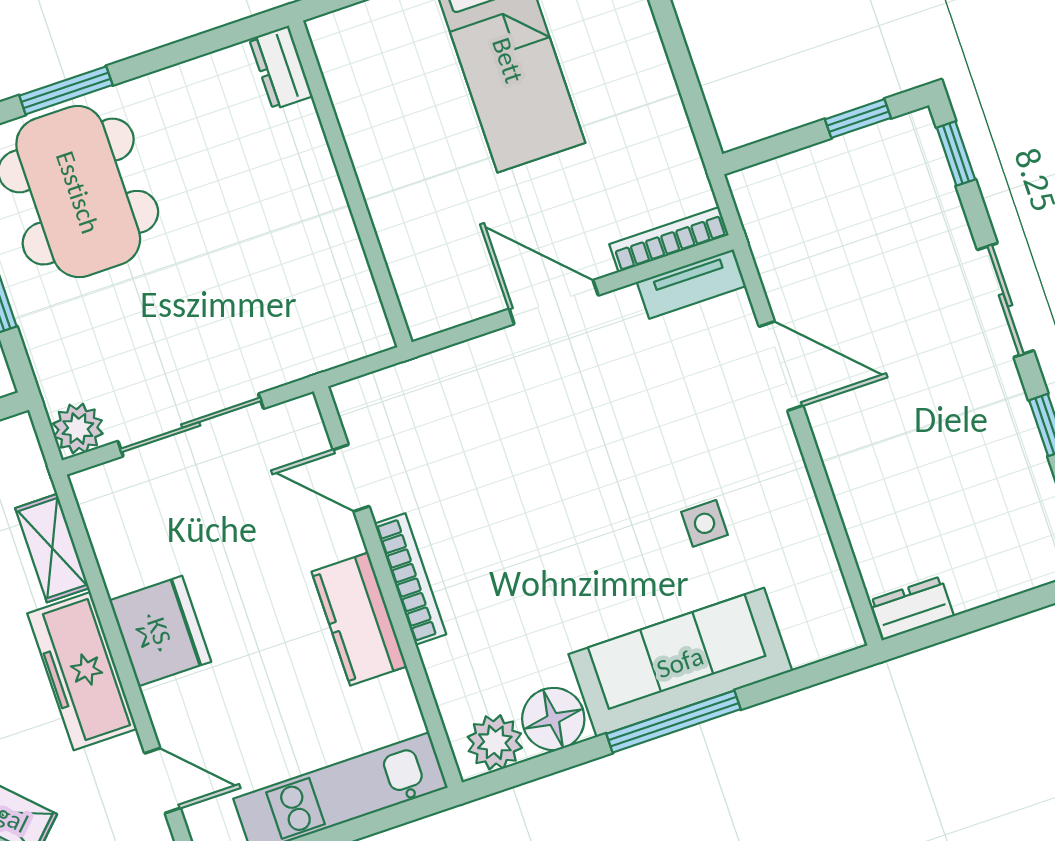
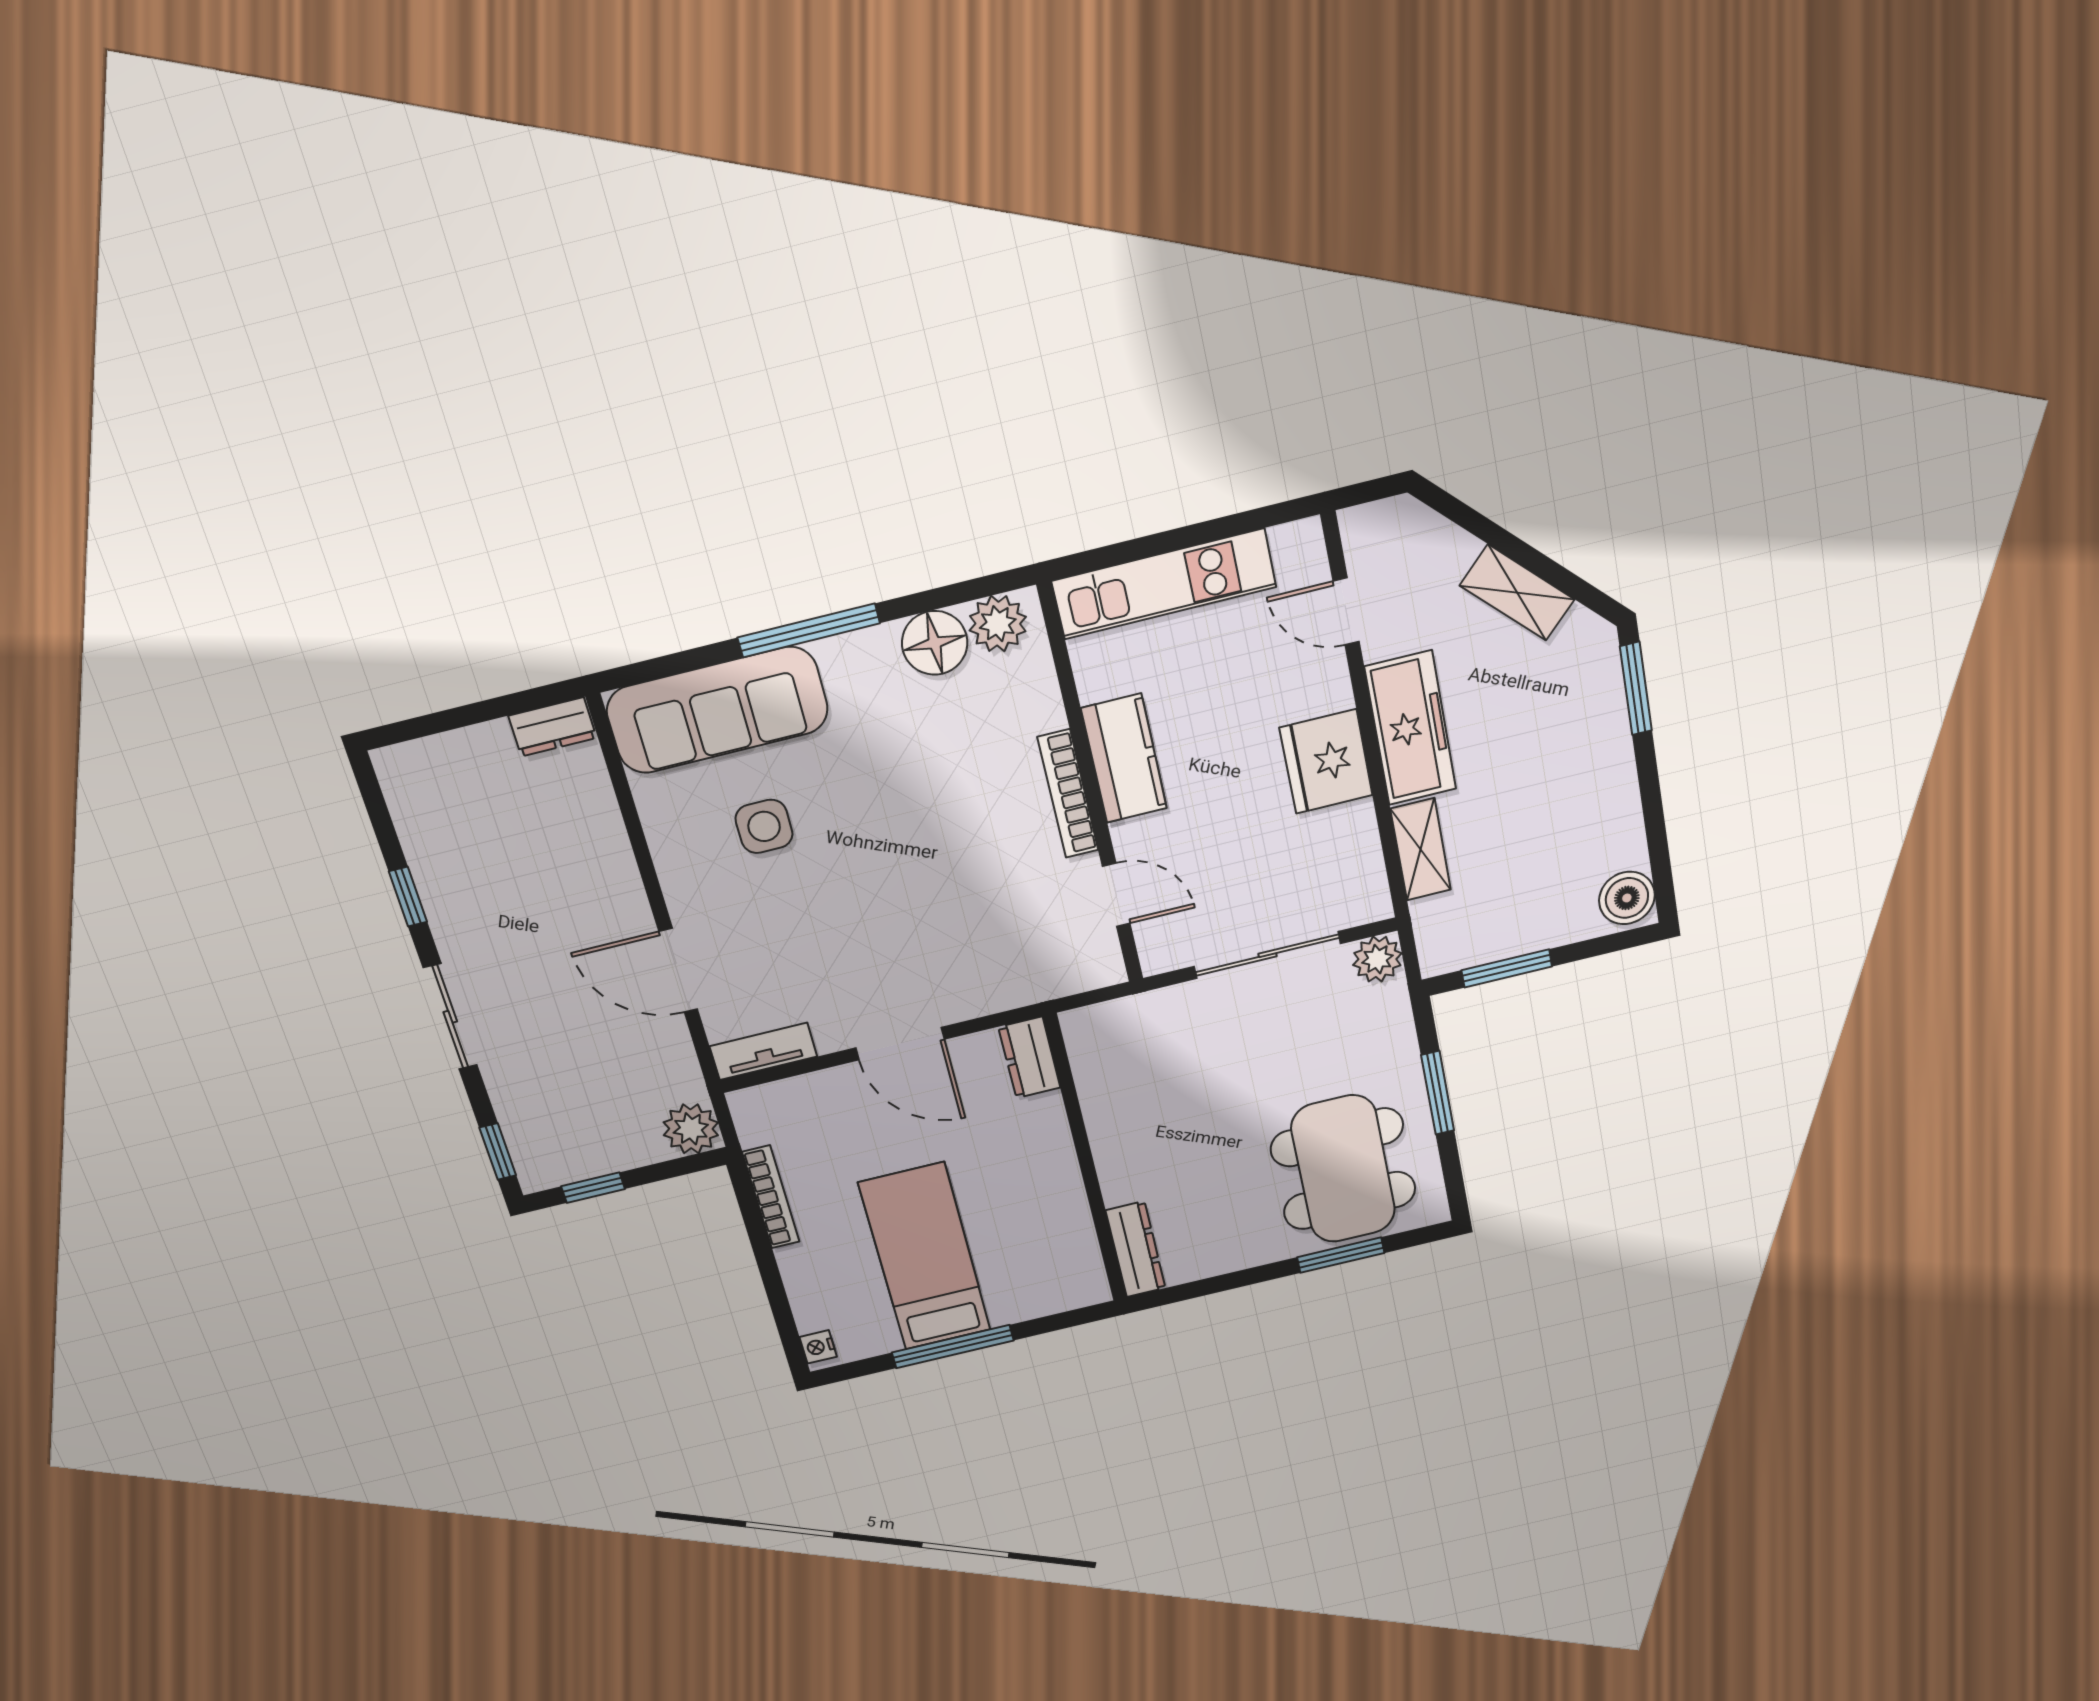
dresser: (281, 68) -> (1136, 1249), width x1.44
plant: (760, 192) -> (691, 1129), added
bookcase: (669, 240) -> (771, 1197), moved, turned -90
dresser: (420, 296) -> (1029, 1057), added
side table: (705, 523) -> (764, 826), width x1.37, depth x1.37
sofa: (680, 662) -> (717, 710), moved

